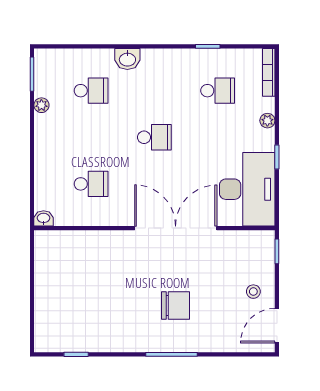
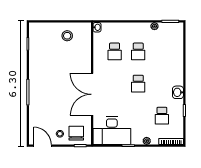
washbasin: (127, 59) -> (178, 92), moved
school desk: (91, 91) -> (138, 51), moved
double door: (176, 228) -> (92, 94), swing flipped
stool: (60, 277) -> (67, 36), added
chair: (176, 306) -> (76, 133), moved, turned 180

